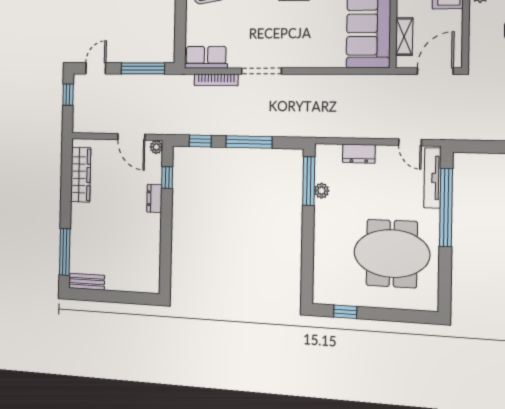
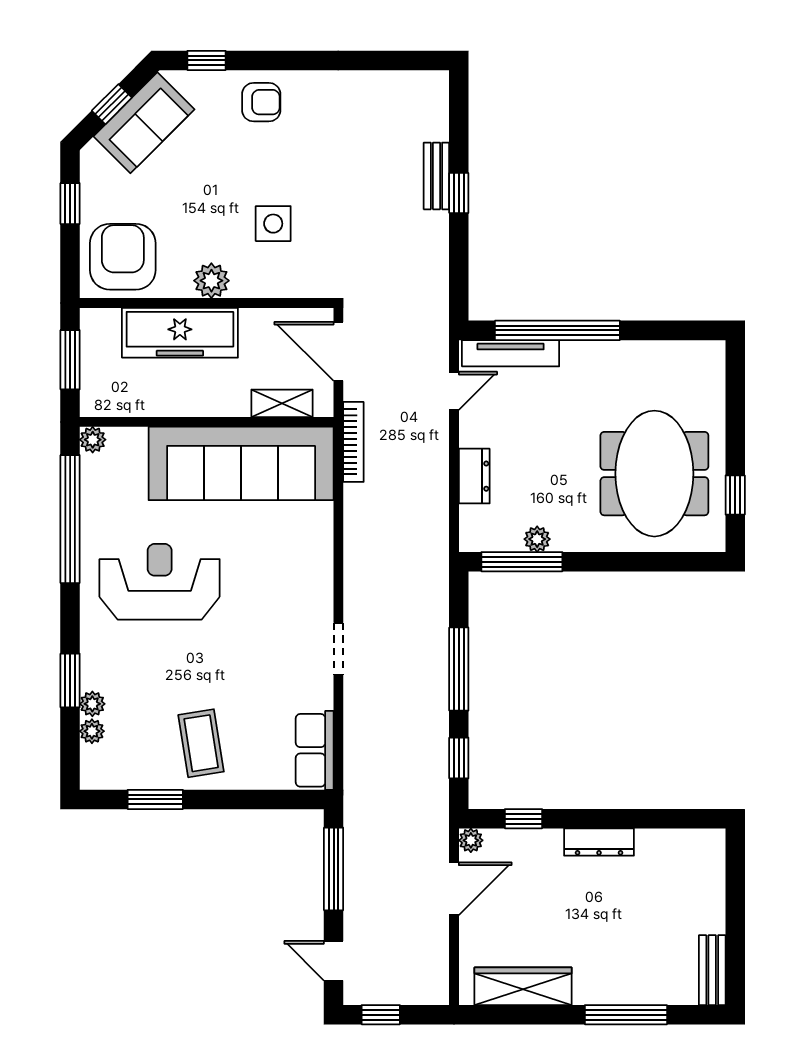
doorway: (261, 71) -> (338, 649), width x0.73
bookcase: (216, 80) -> (353, 442), moved
dresser: (154, 198) -> (599, 842), moved, width x1.44
window: (65, 252) -> (626, 1015), moved
meeting table: (392, 254) -> (654, 474), moved

